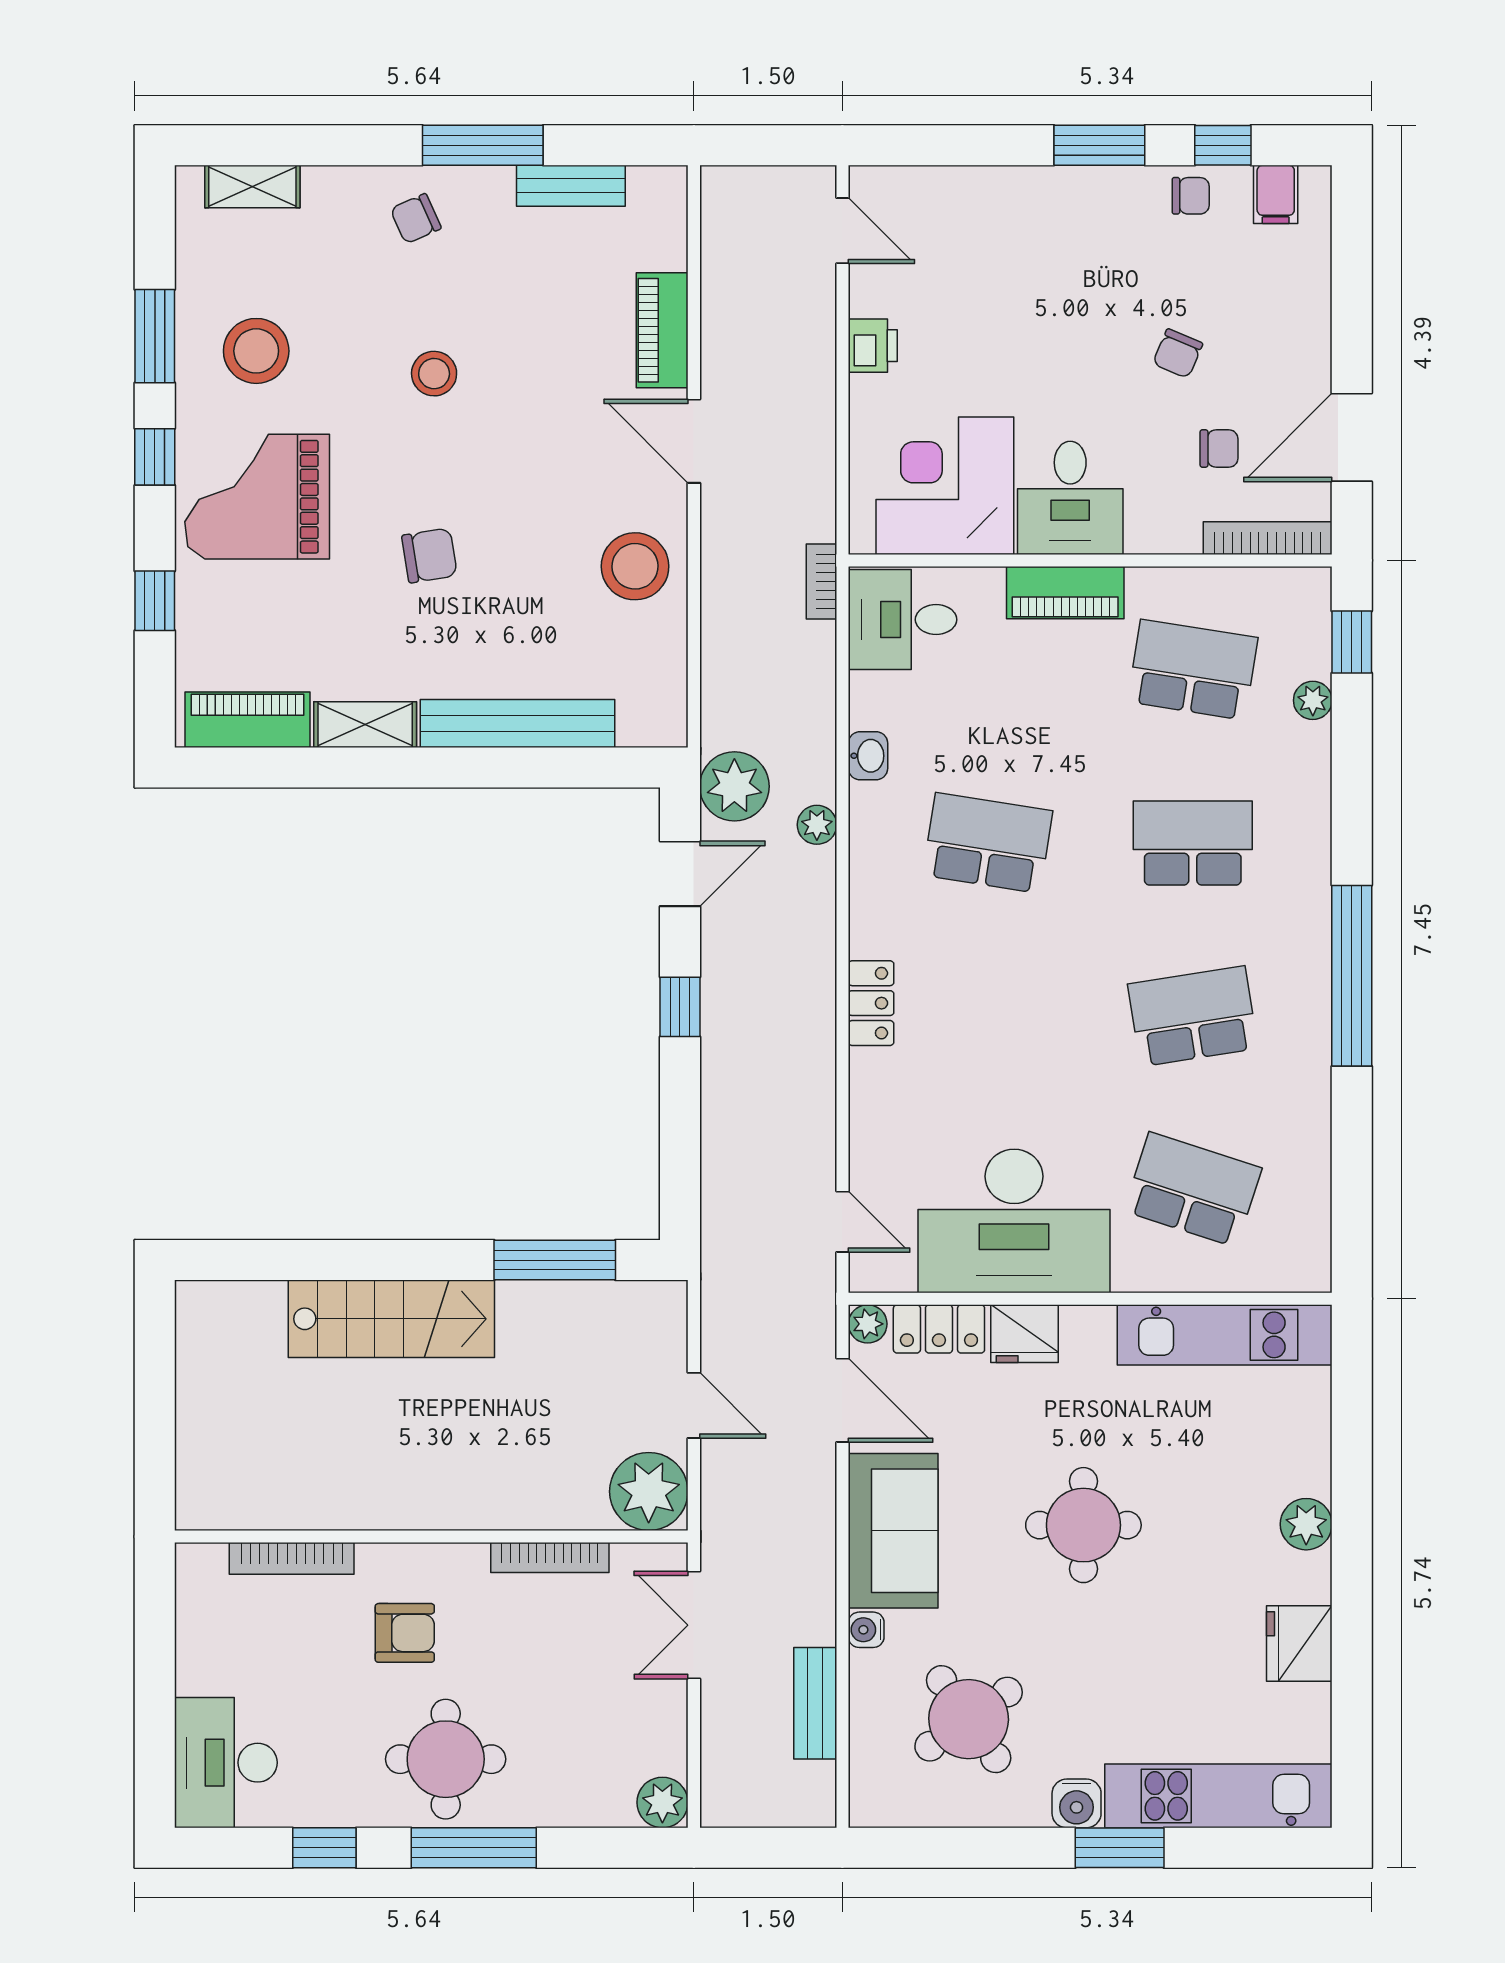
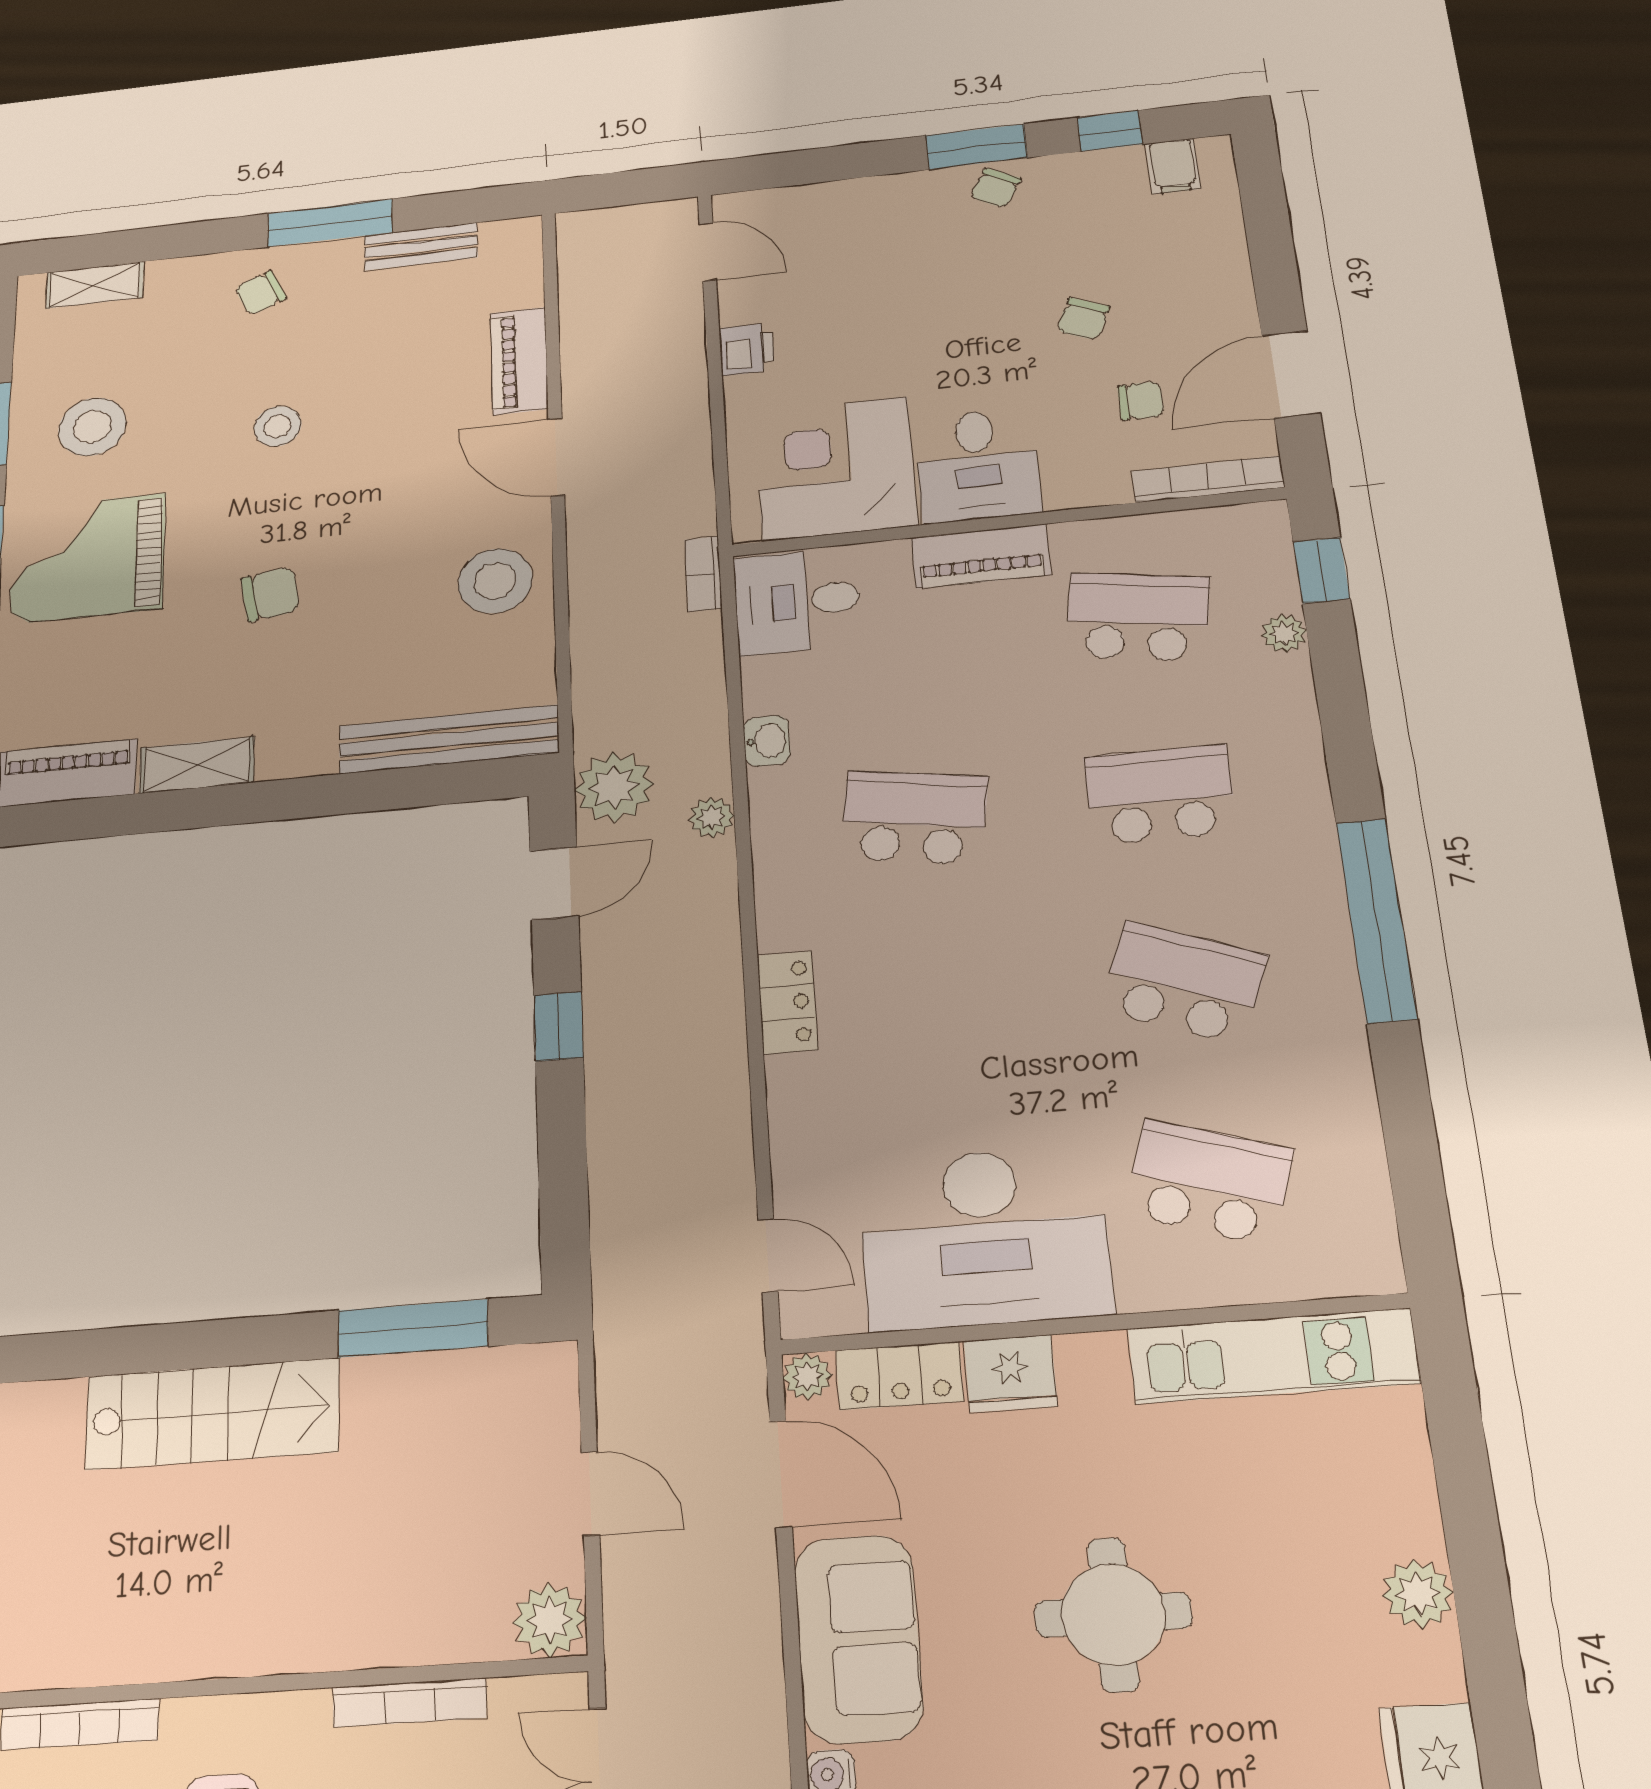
chair: (1191, 196) -> (996, 188), moved, turned 119
bench: (518, 724) -> (449, 739), moved
school desk: (1193, 1016) -> (1184, 982), turned 30
plant: (649, 1491) -> (550, 1620), width x0.73, depth x0.73

